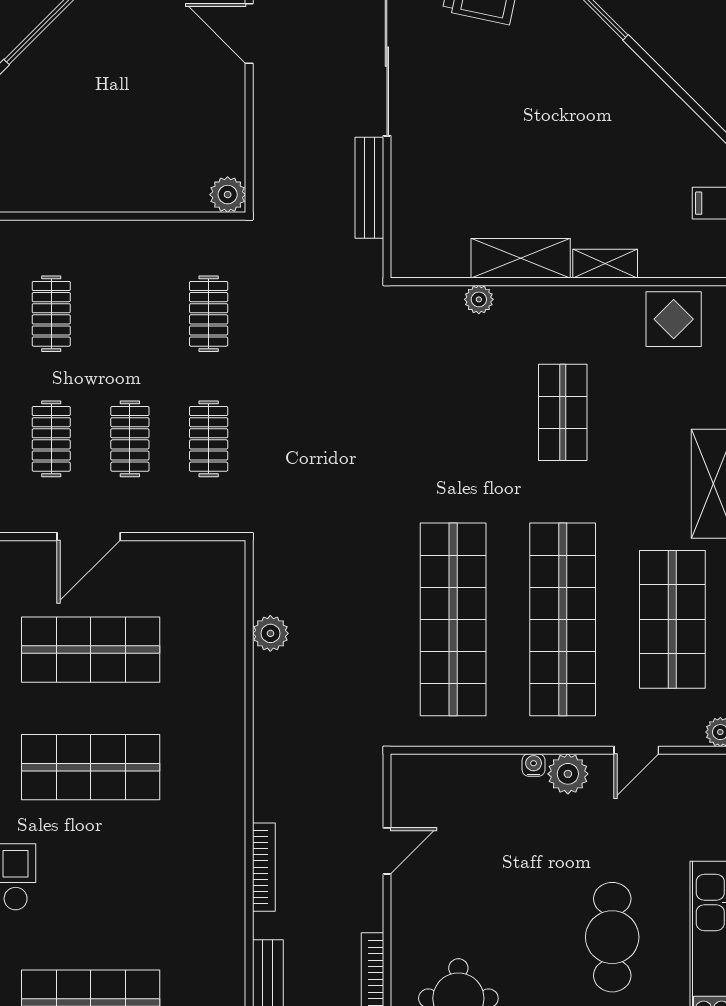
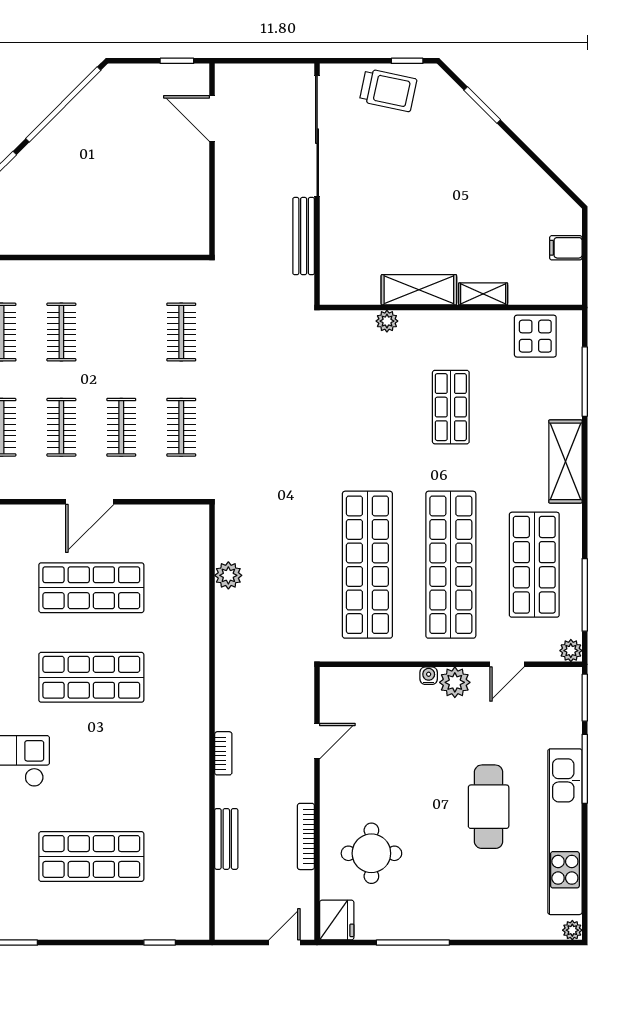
plant: (228, 195) -> (196, 241), removed
bookcase: (264, 867) -> (223, 753), width x0.64

